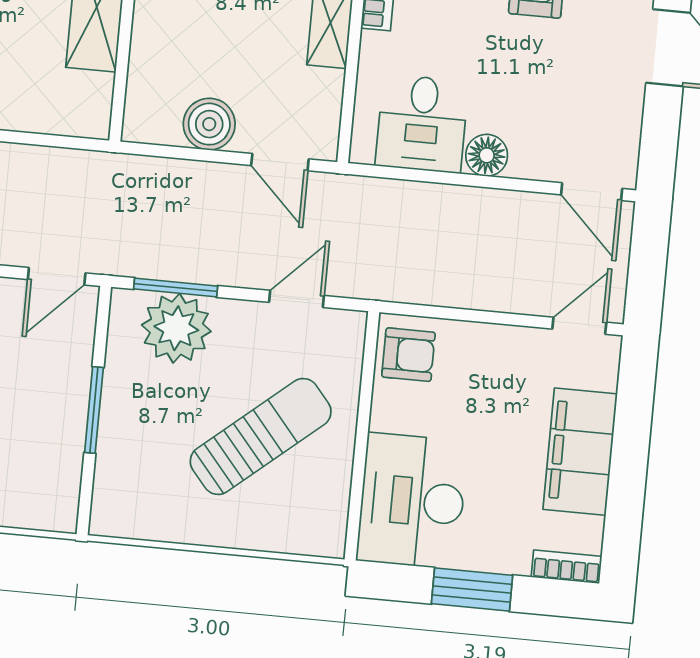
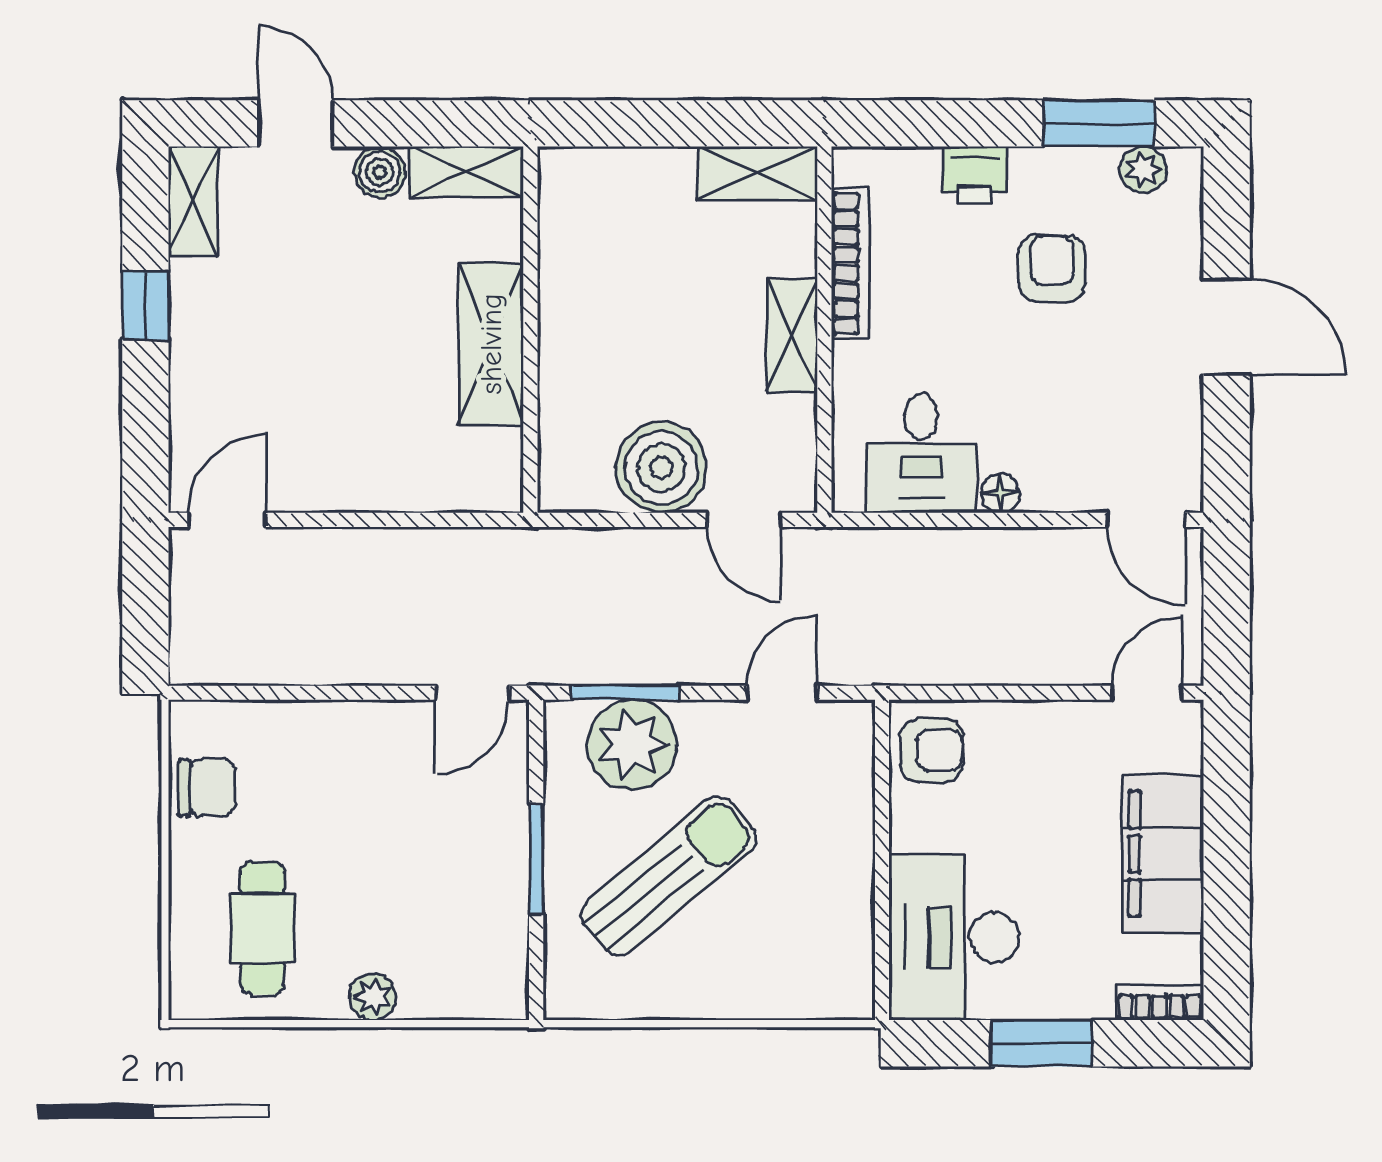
boiler: (209, 124) -> (661, 468), width x1.37, depth x1.37
floor lamp: (487, 155) -> (1000, 493), width x0.73, depth x0.73
sun lounger: (261, 437) -> (668, 876), moved

